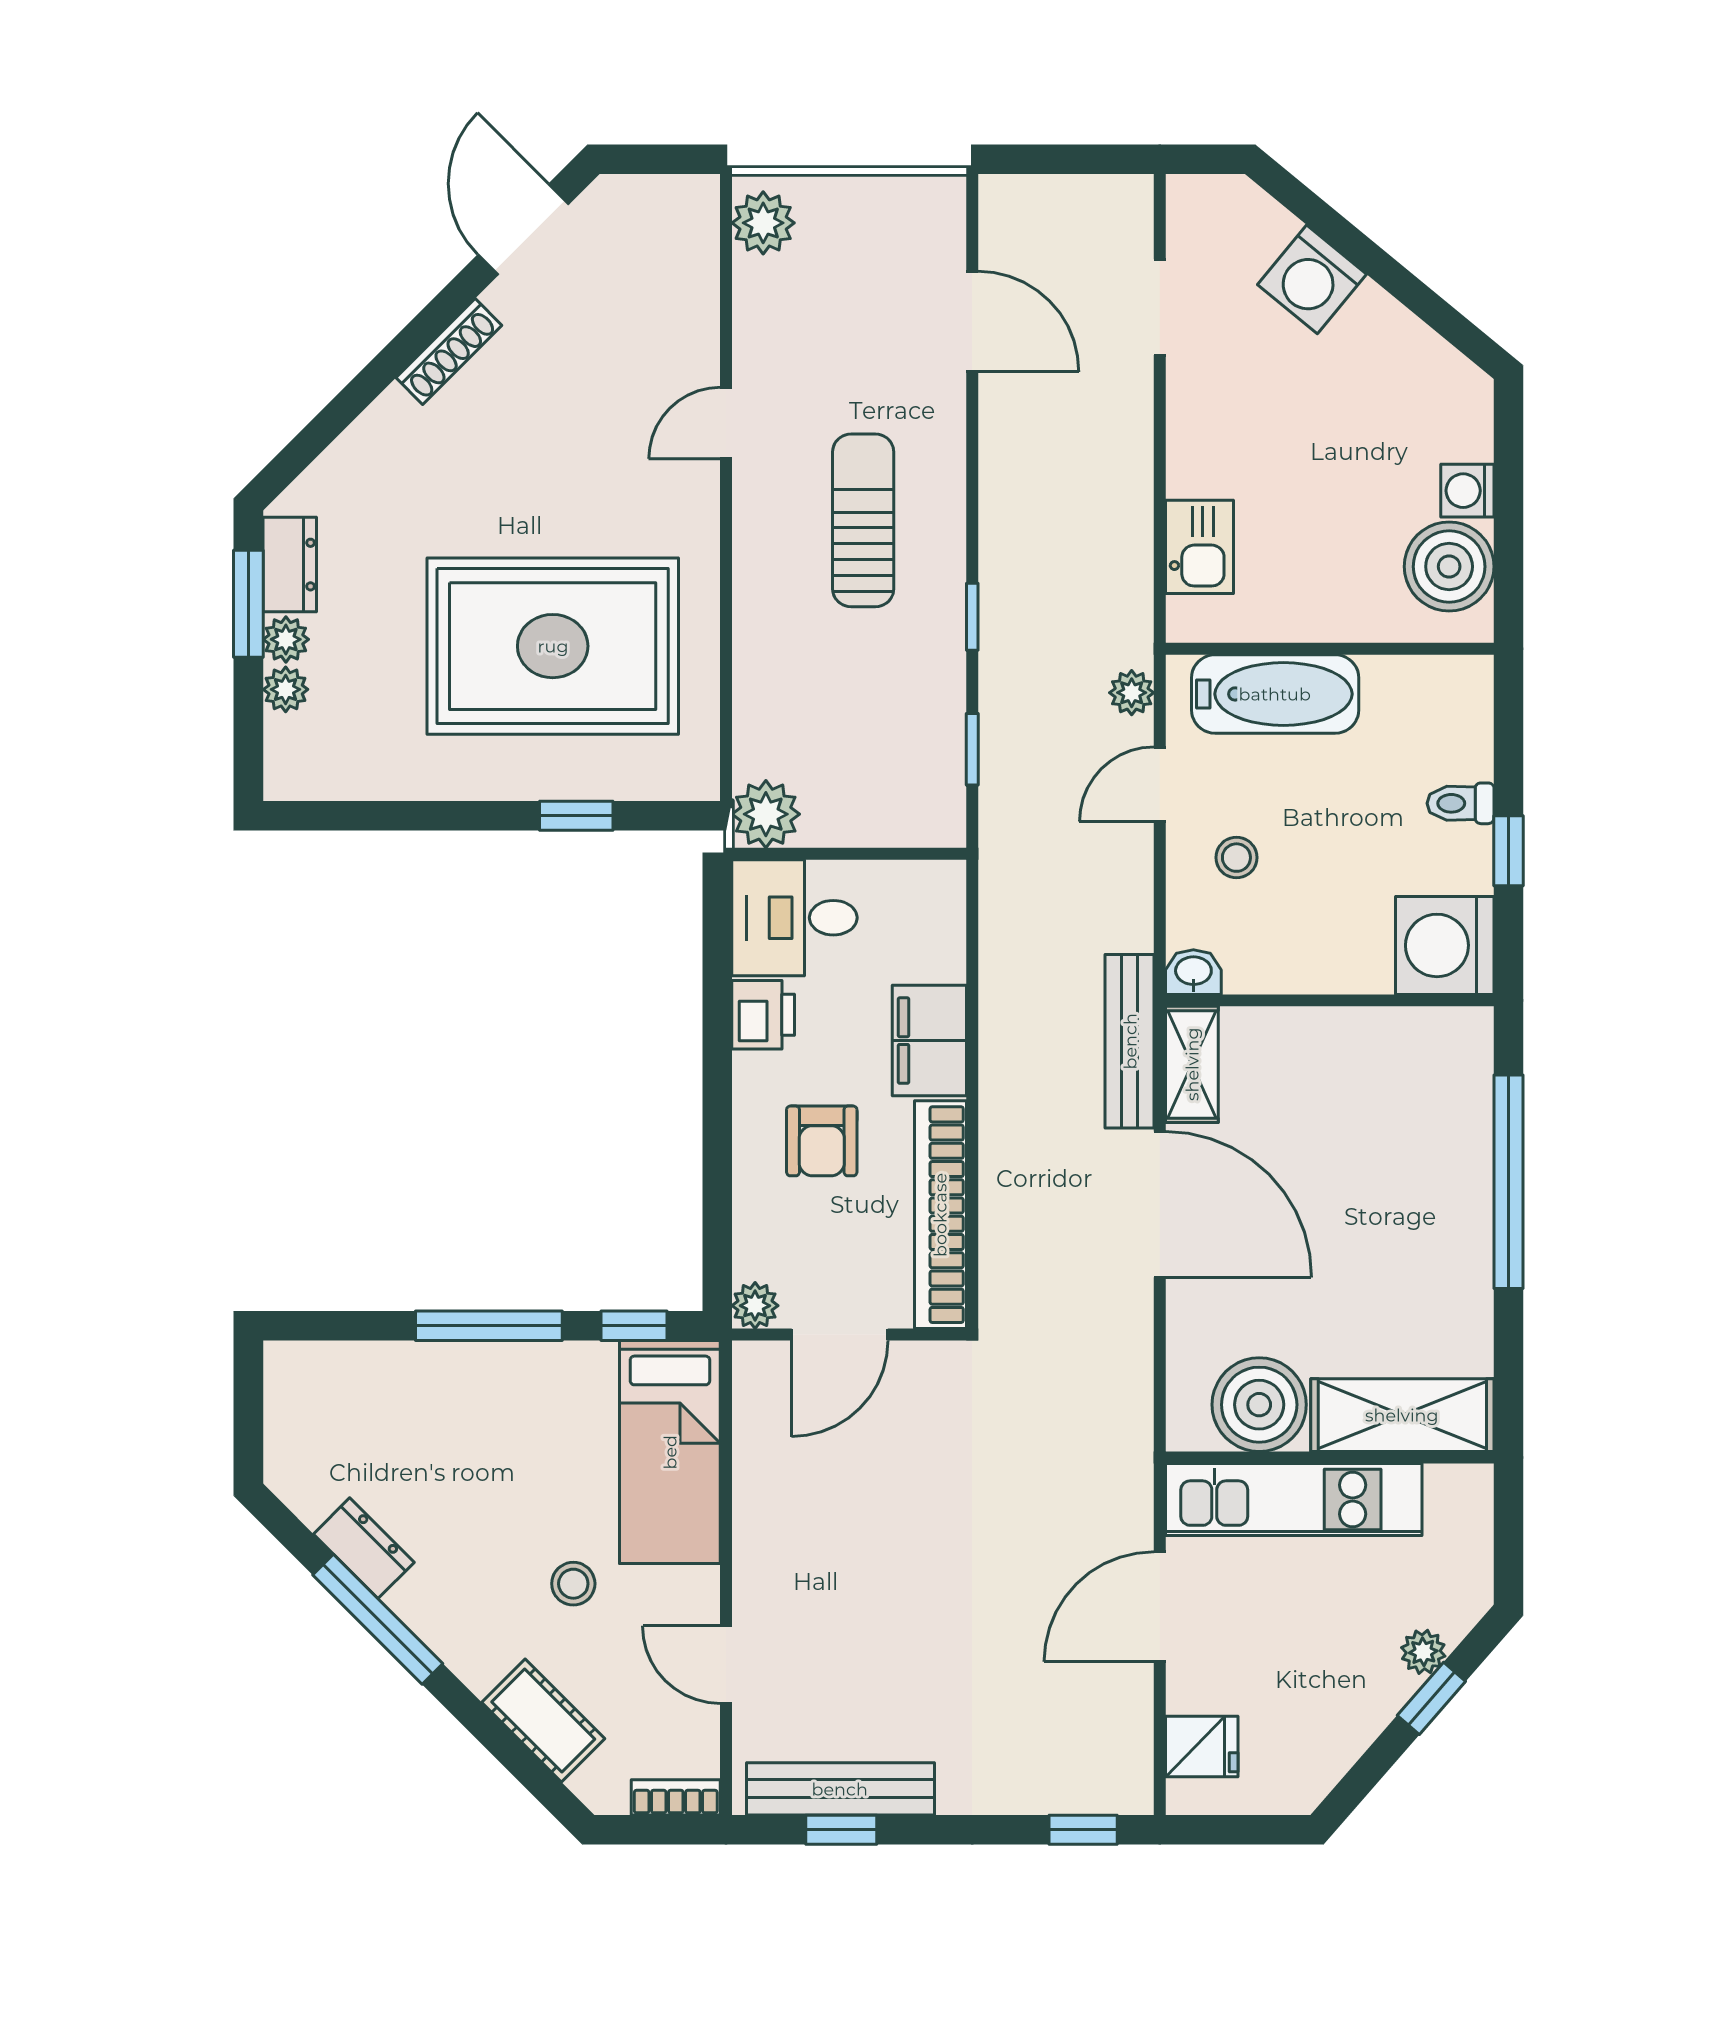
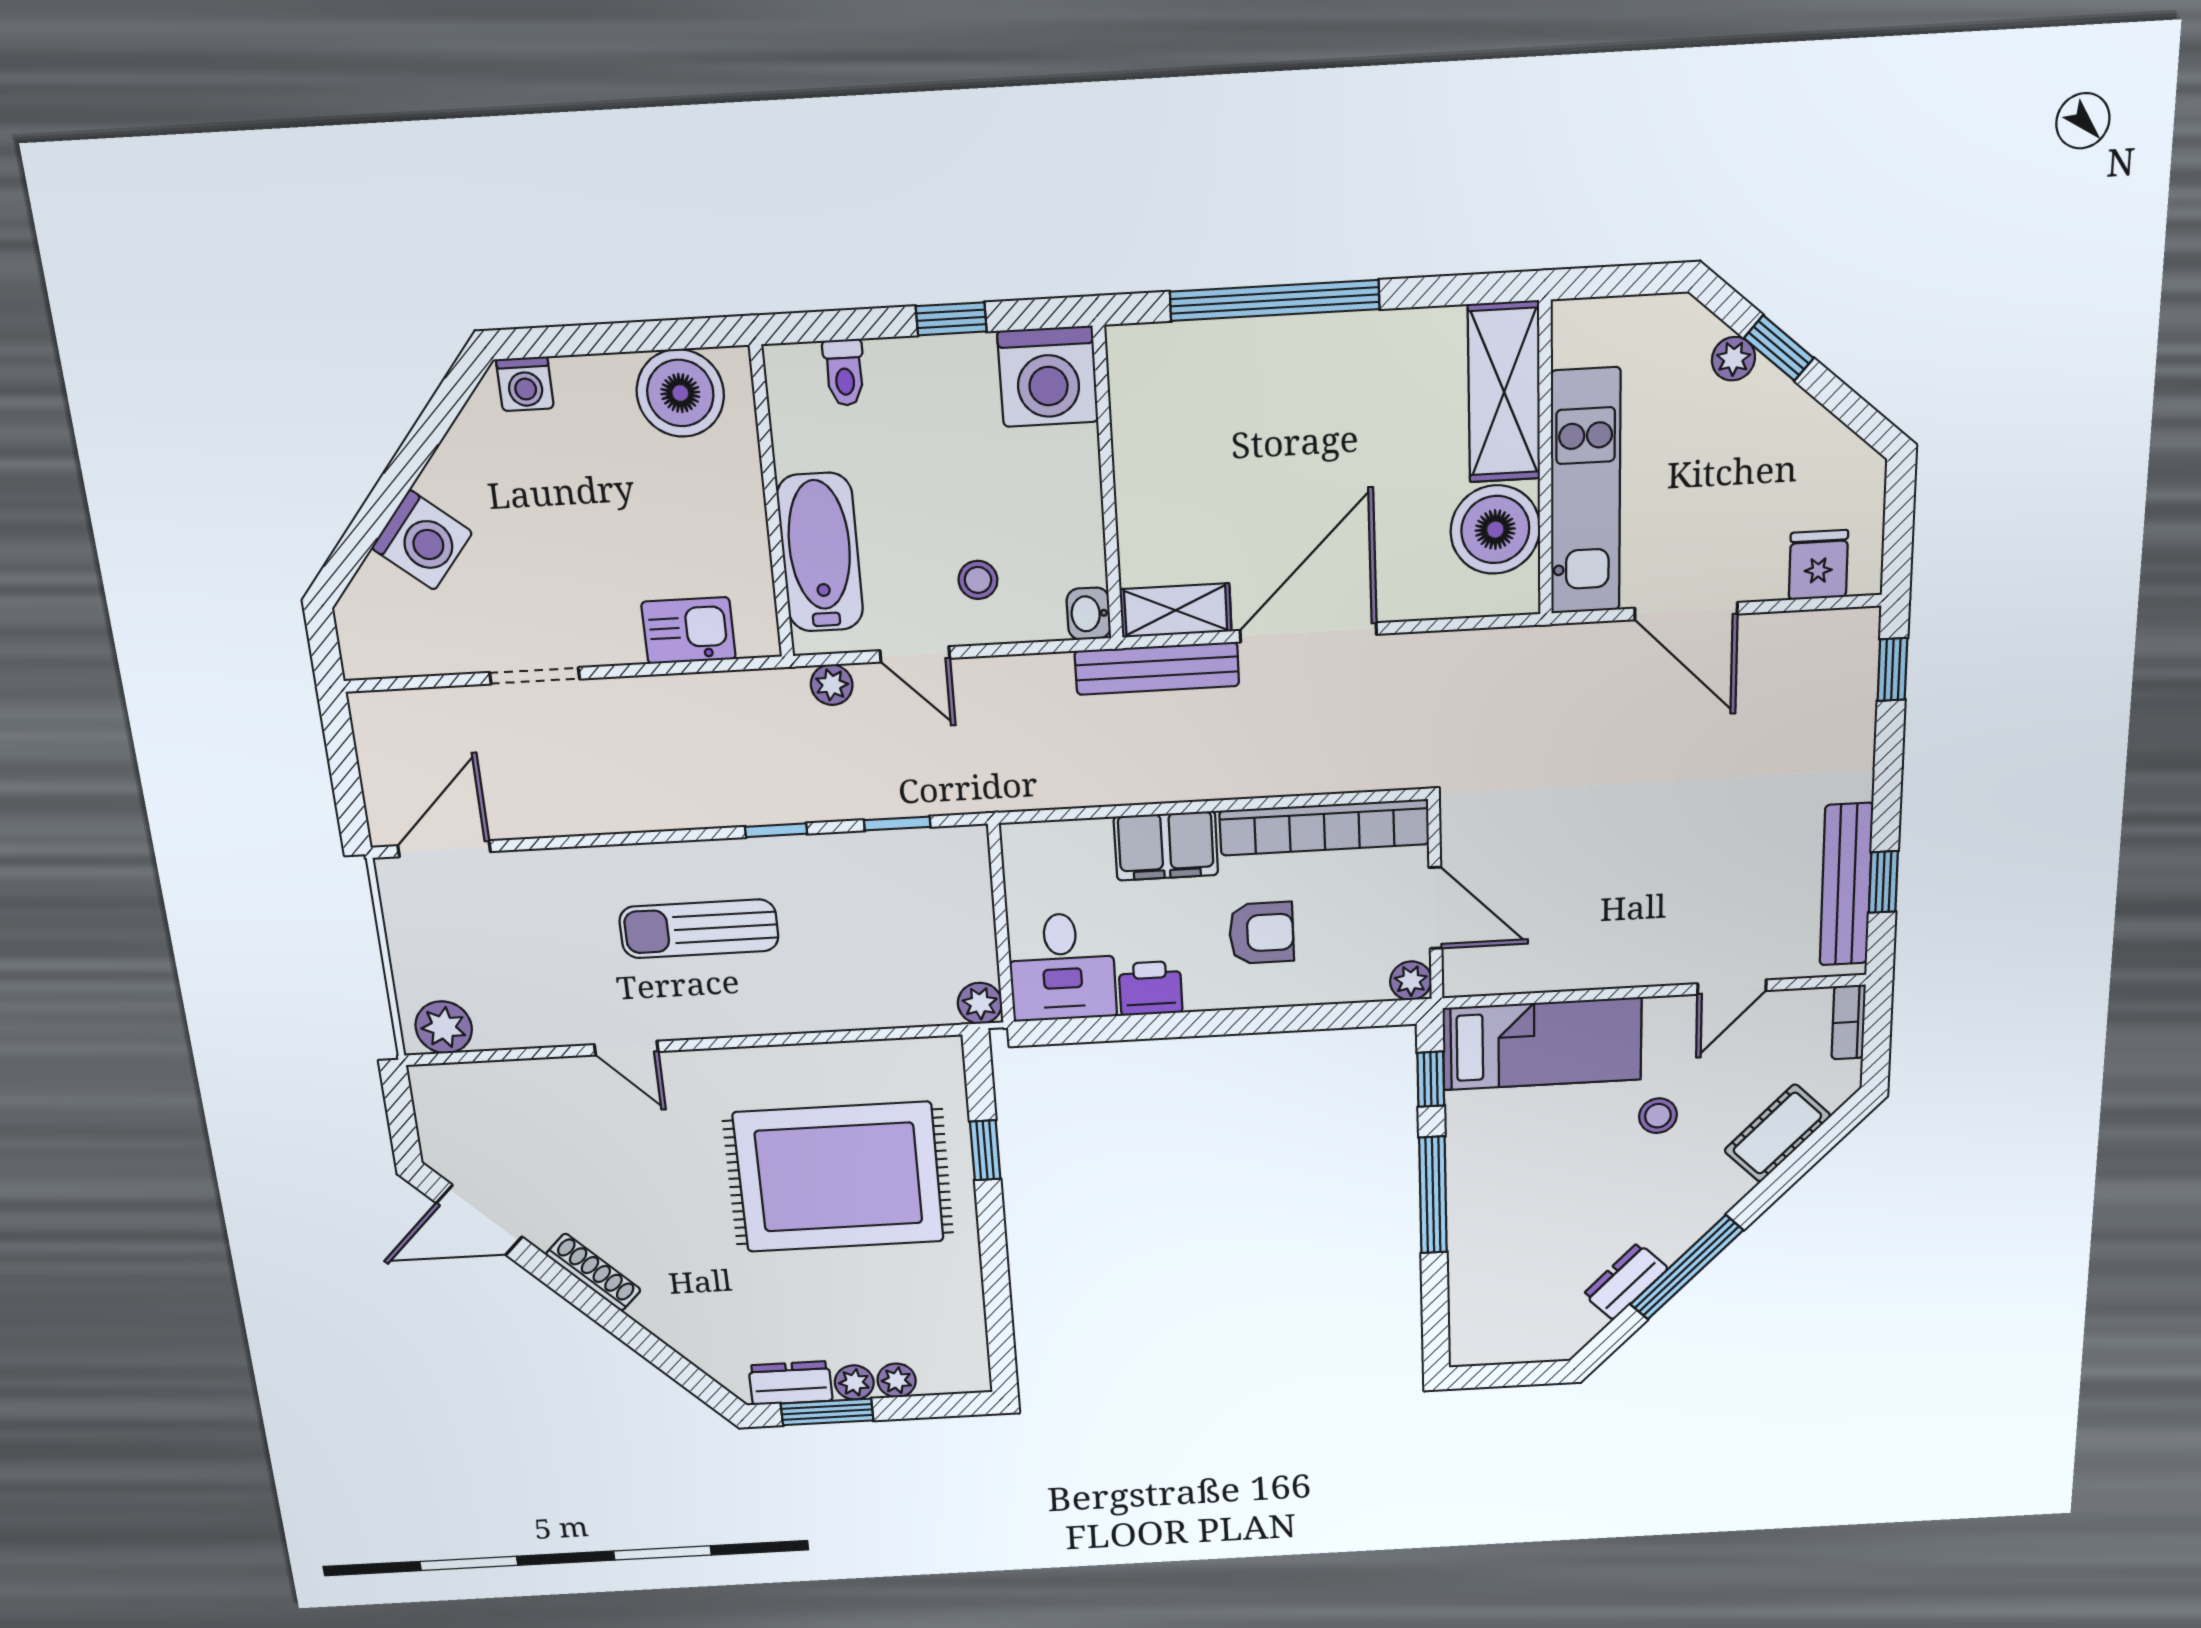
doorway: (1160, 307) -> (535, 676), moved
door: (972, 322) -> (444, 849), moved
washing machine: (1467, 491) -> (525, 384), moved
rug: (553, 646) -> (839, 1177), turned 90
toilet: (1461, 803) -> (844, 372), moved
plant: (766, 814) -> (980, 1003), width x0.73, depth x0.73

